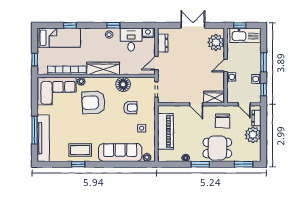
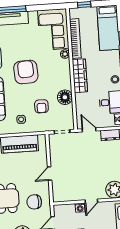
door: (226, 66) -> (91, 201), swing flipped
wardrobe: (214, 97) -> (58, 191), removed
armchair: (93, 102) -> (26, 72), moved

